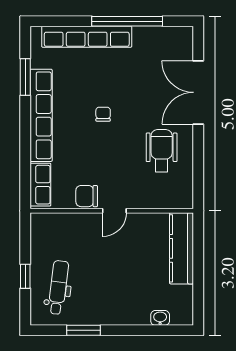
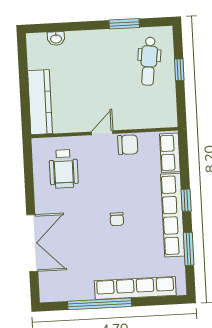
window: (25, 131) -> (186, 200), added
wheelchair: (162, 151) -> (64, 169), moved

